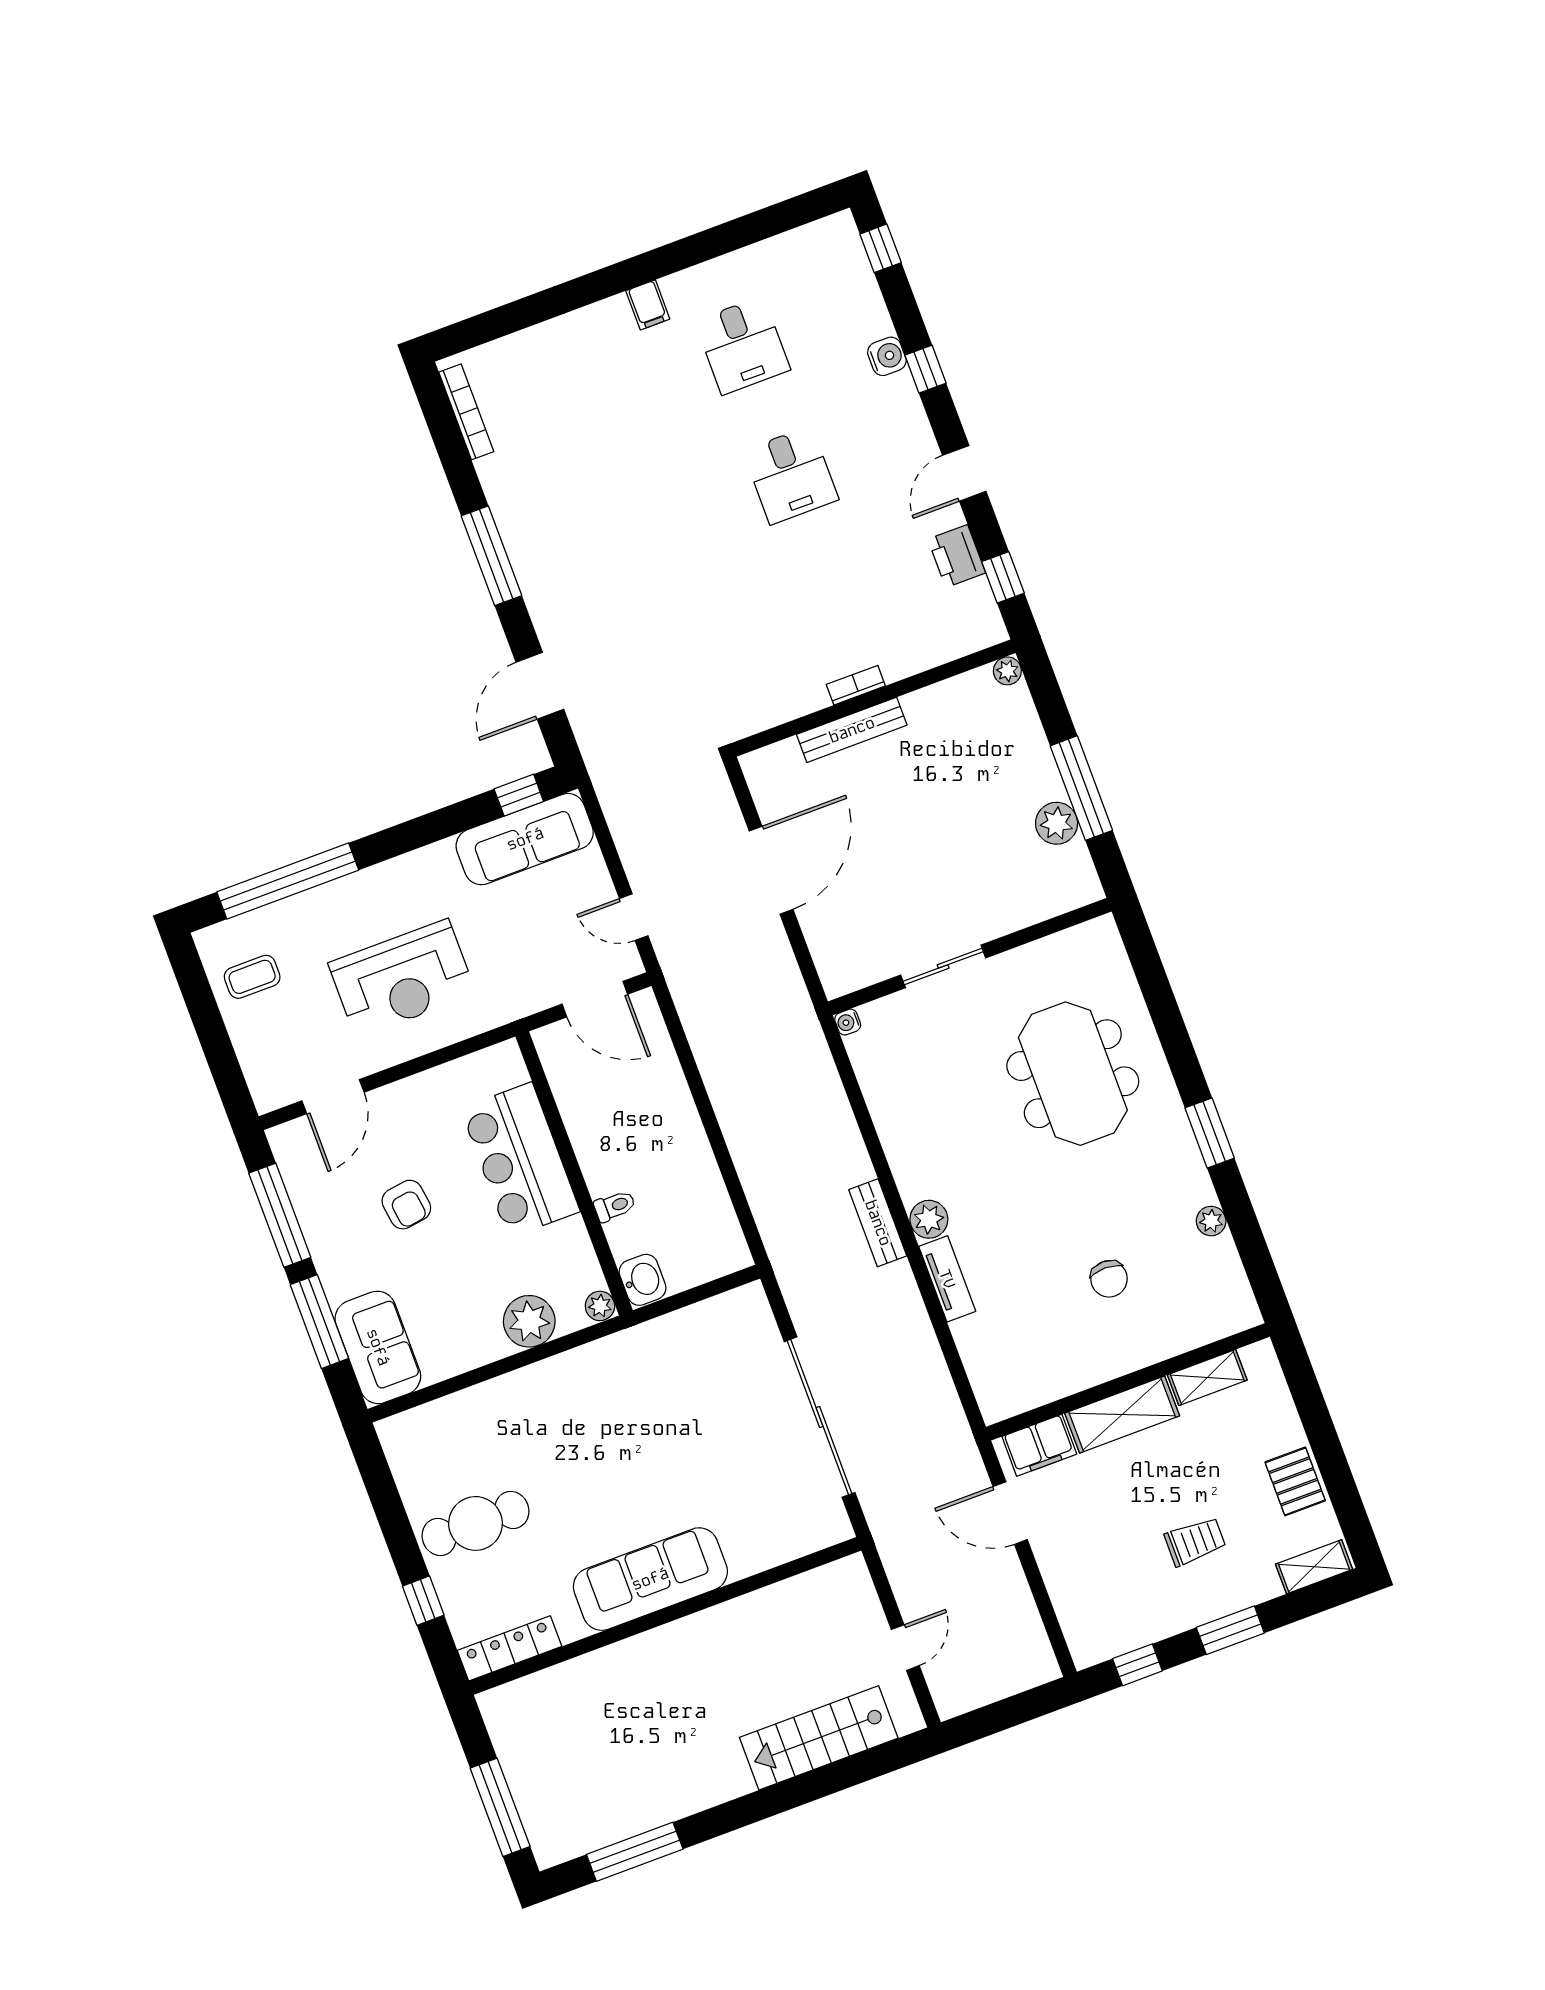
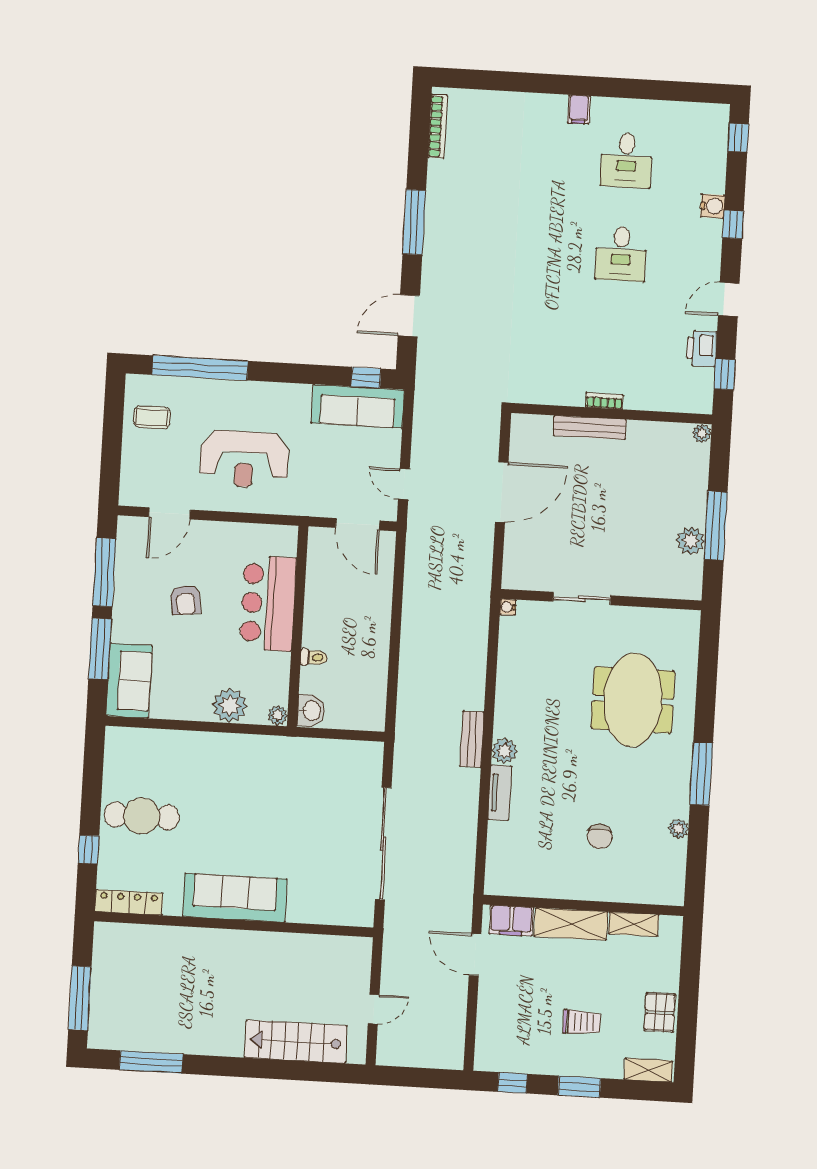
window: (1210, 1133) -> (701, 774), width x1.44

